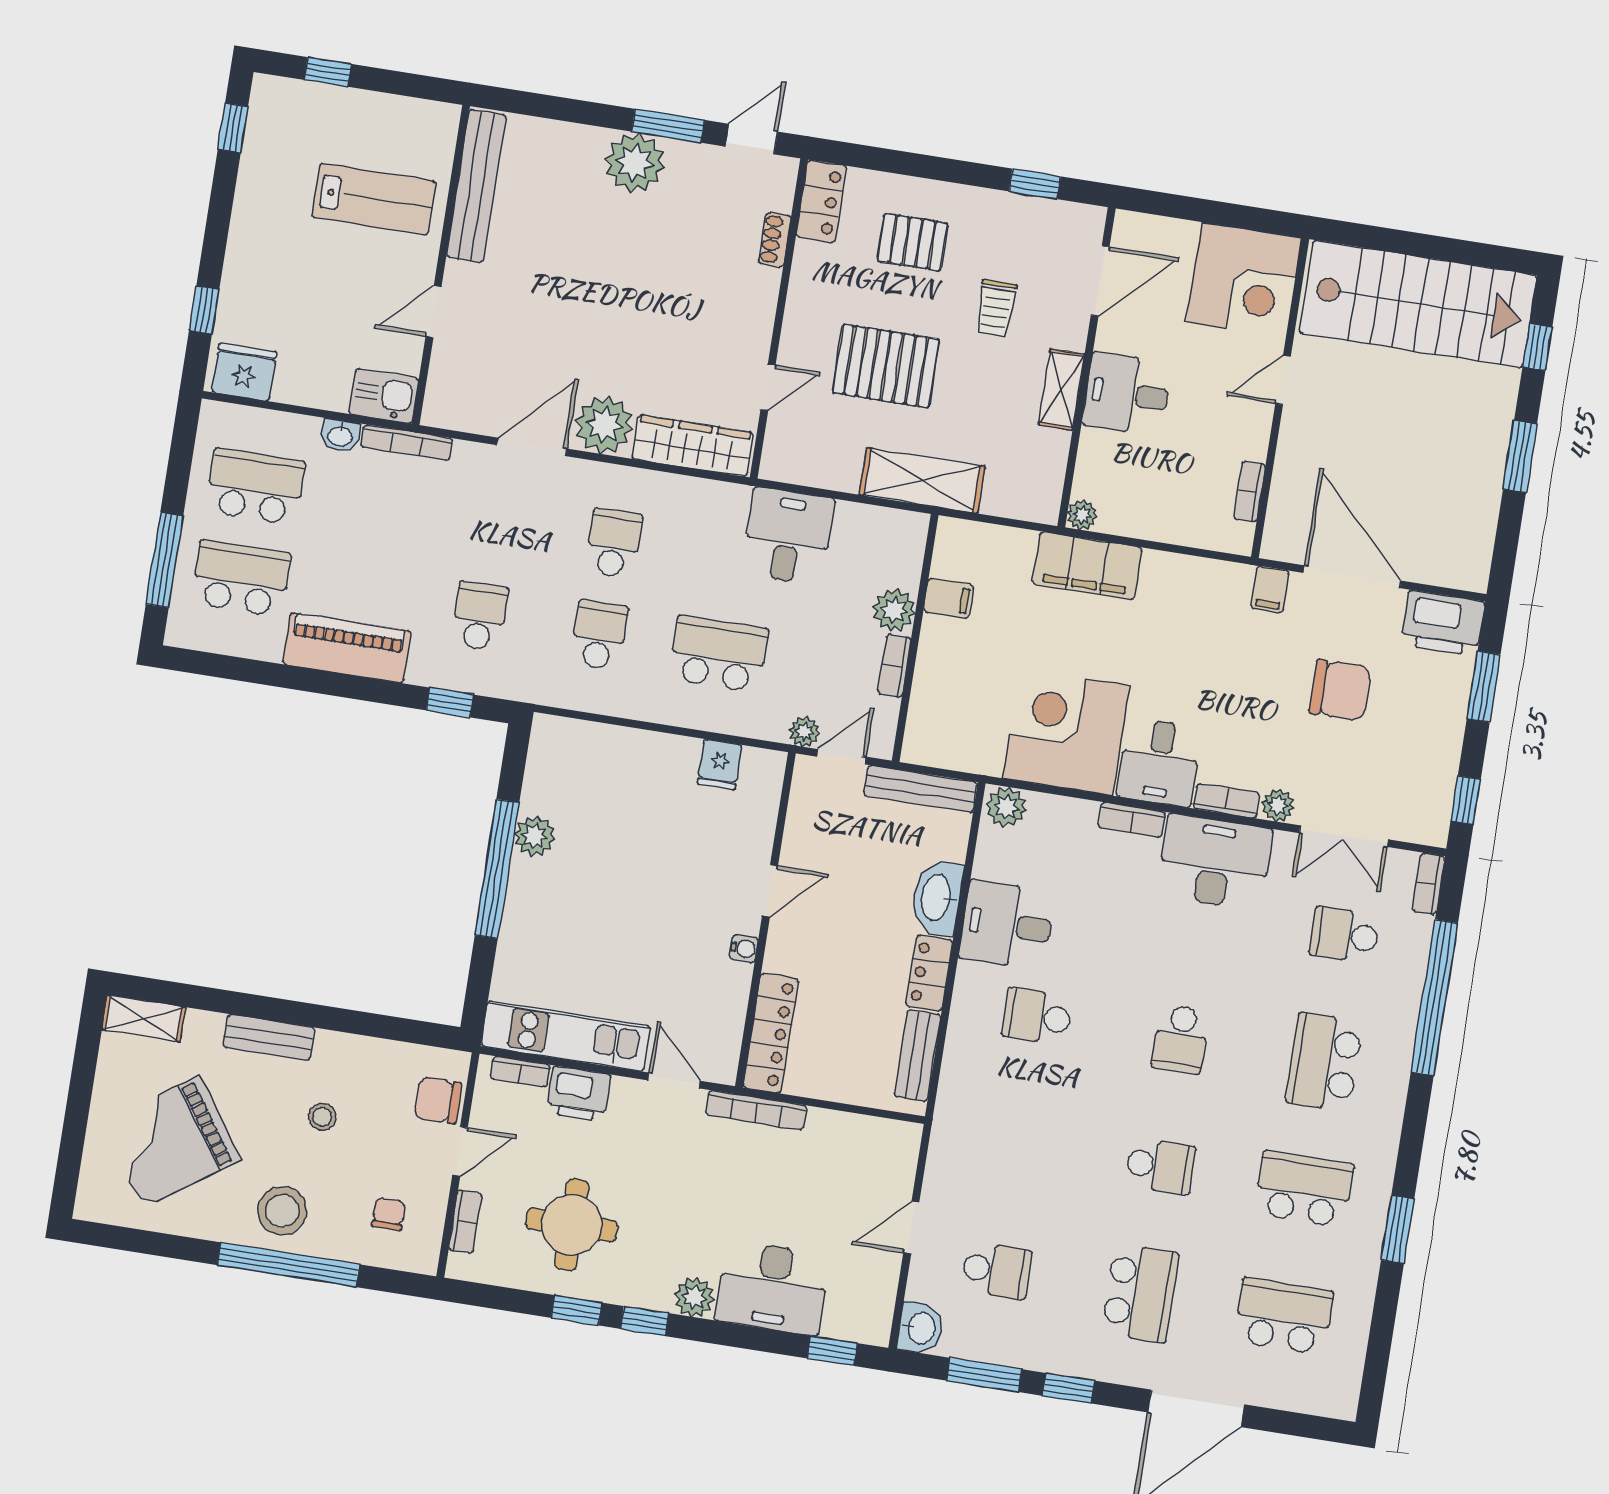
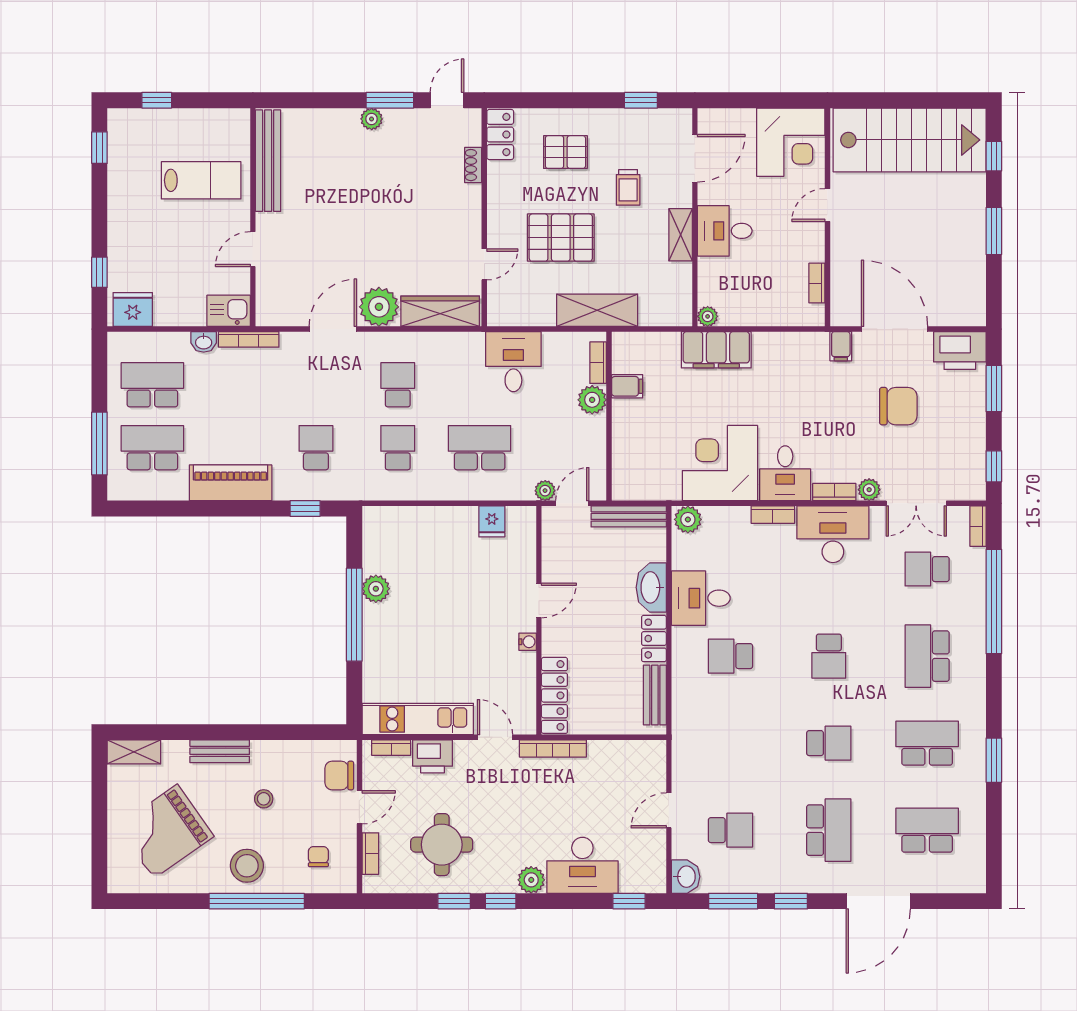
plant: (635, 163) -> (372, 119), width x0.53, depth x0.53
bookcase: (894, 666) -> (598, 363), moved

